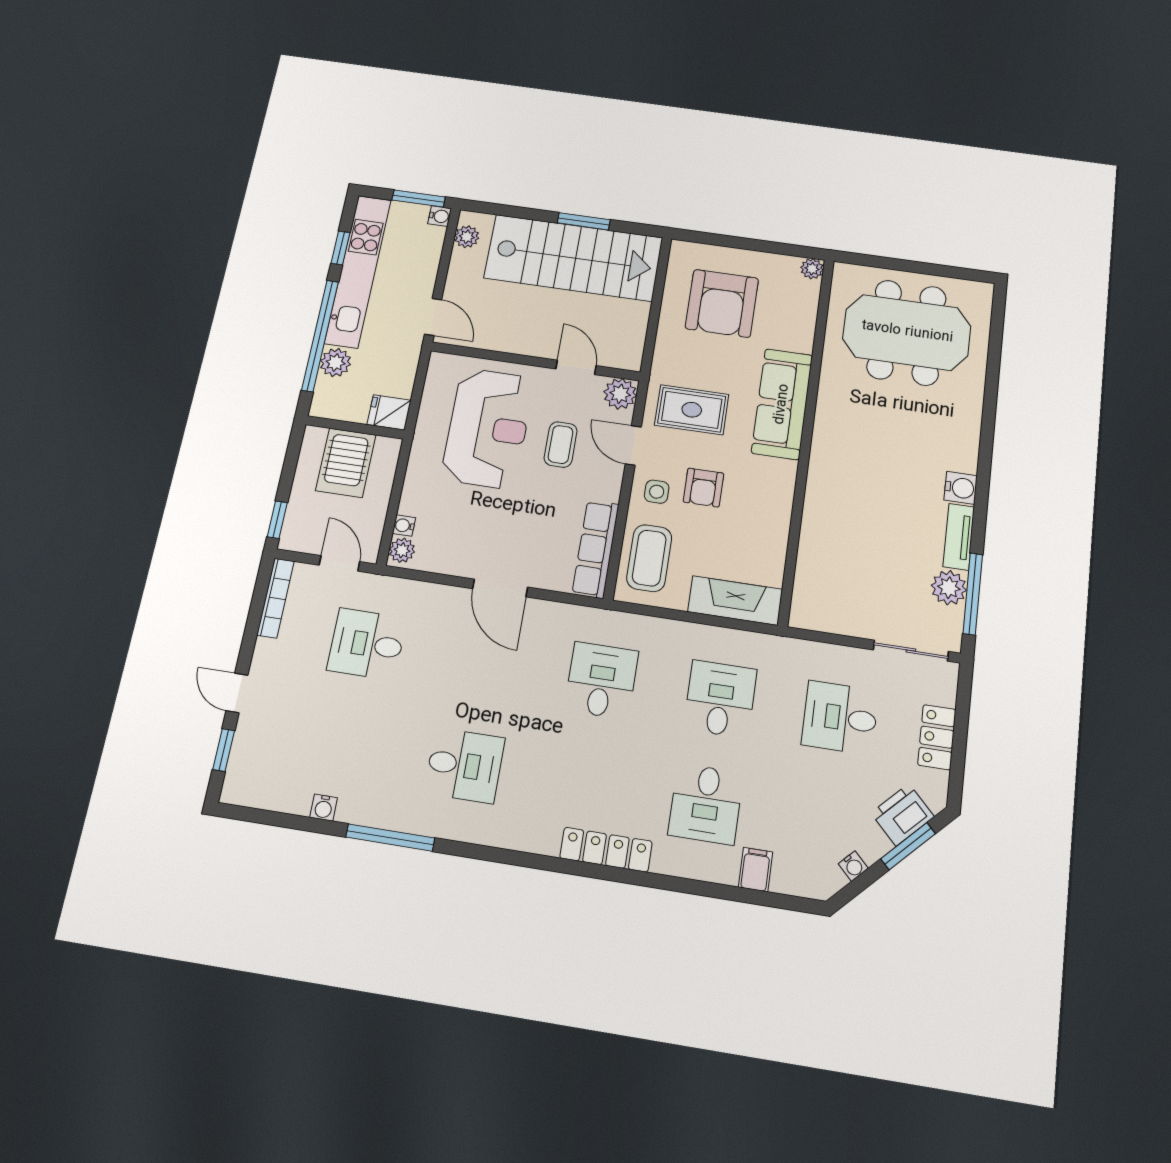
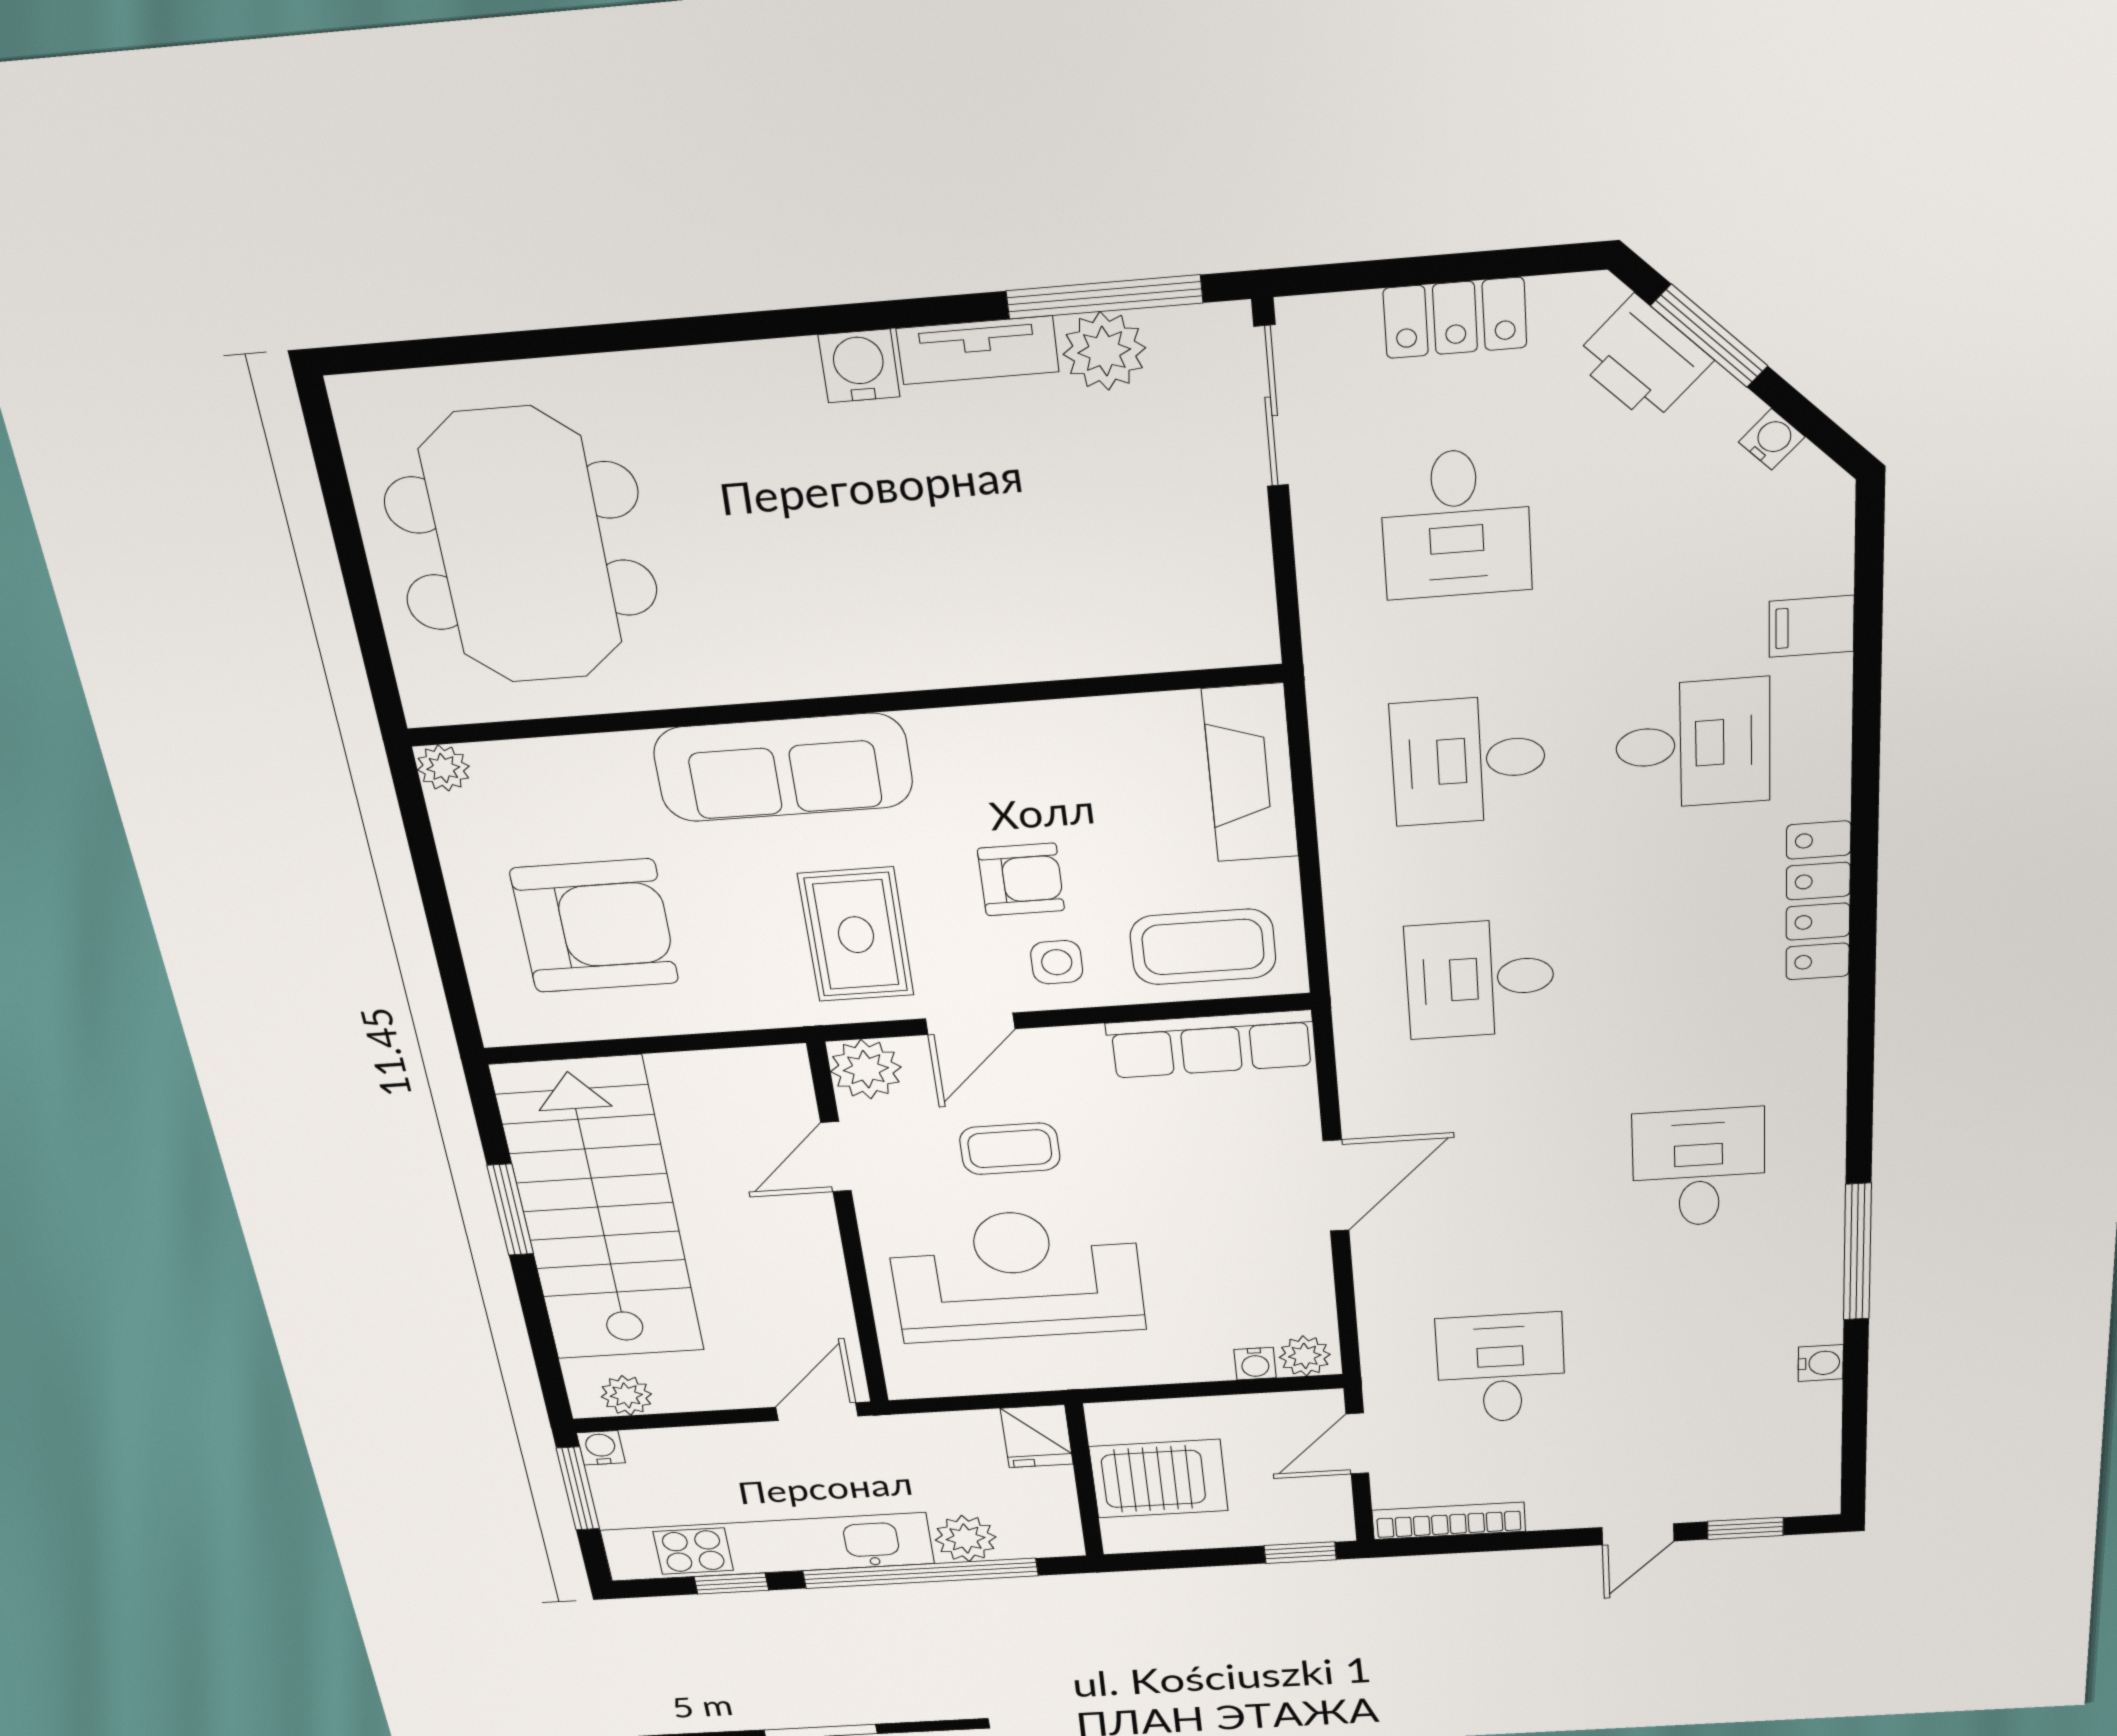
desk: (367, 644) -> (1501, 1368), turned 180

